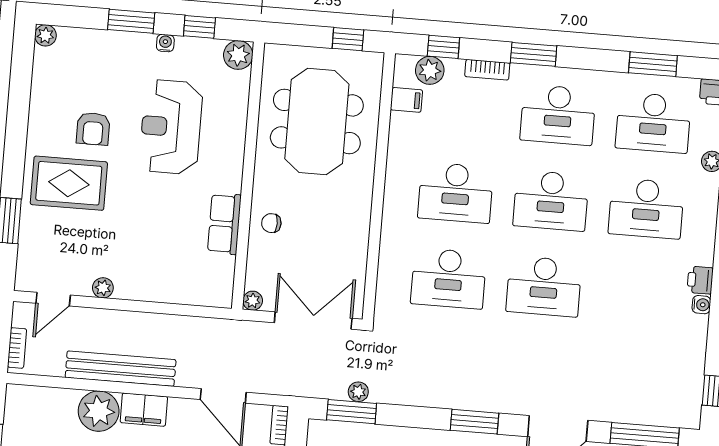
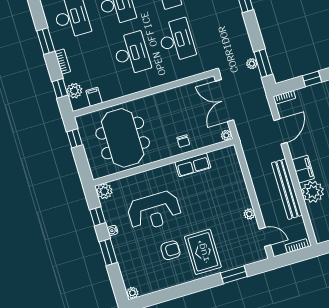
meeting table: (317, 121) -> (123, 138), turned 90

